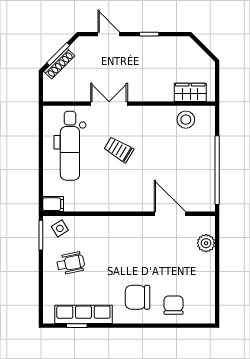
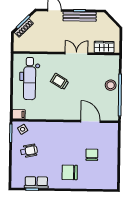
bench: (150, 44) -> (80, 17), added
double door: (109, 104) -> (77, 53), moved
stool: (186, 120) -> (111, 85), moved
plant: (206, 243) -> (112, 140), removed
chair: (174, 305) -> (92, 155), moved
row of seats: (83, 314) -> (36, 182), width x0.68

